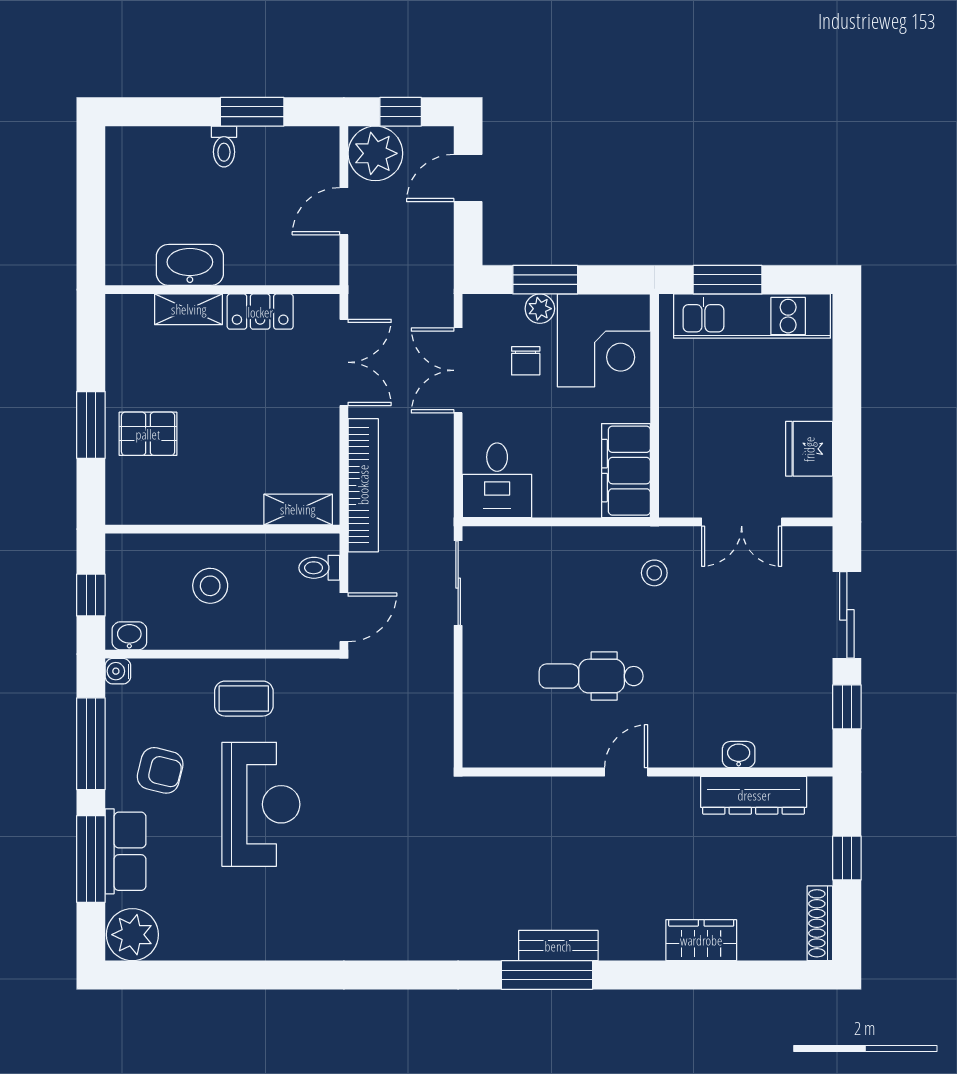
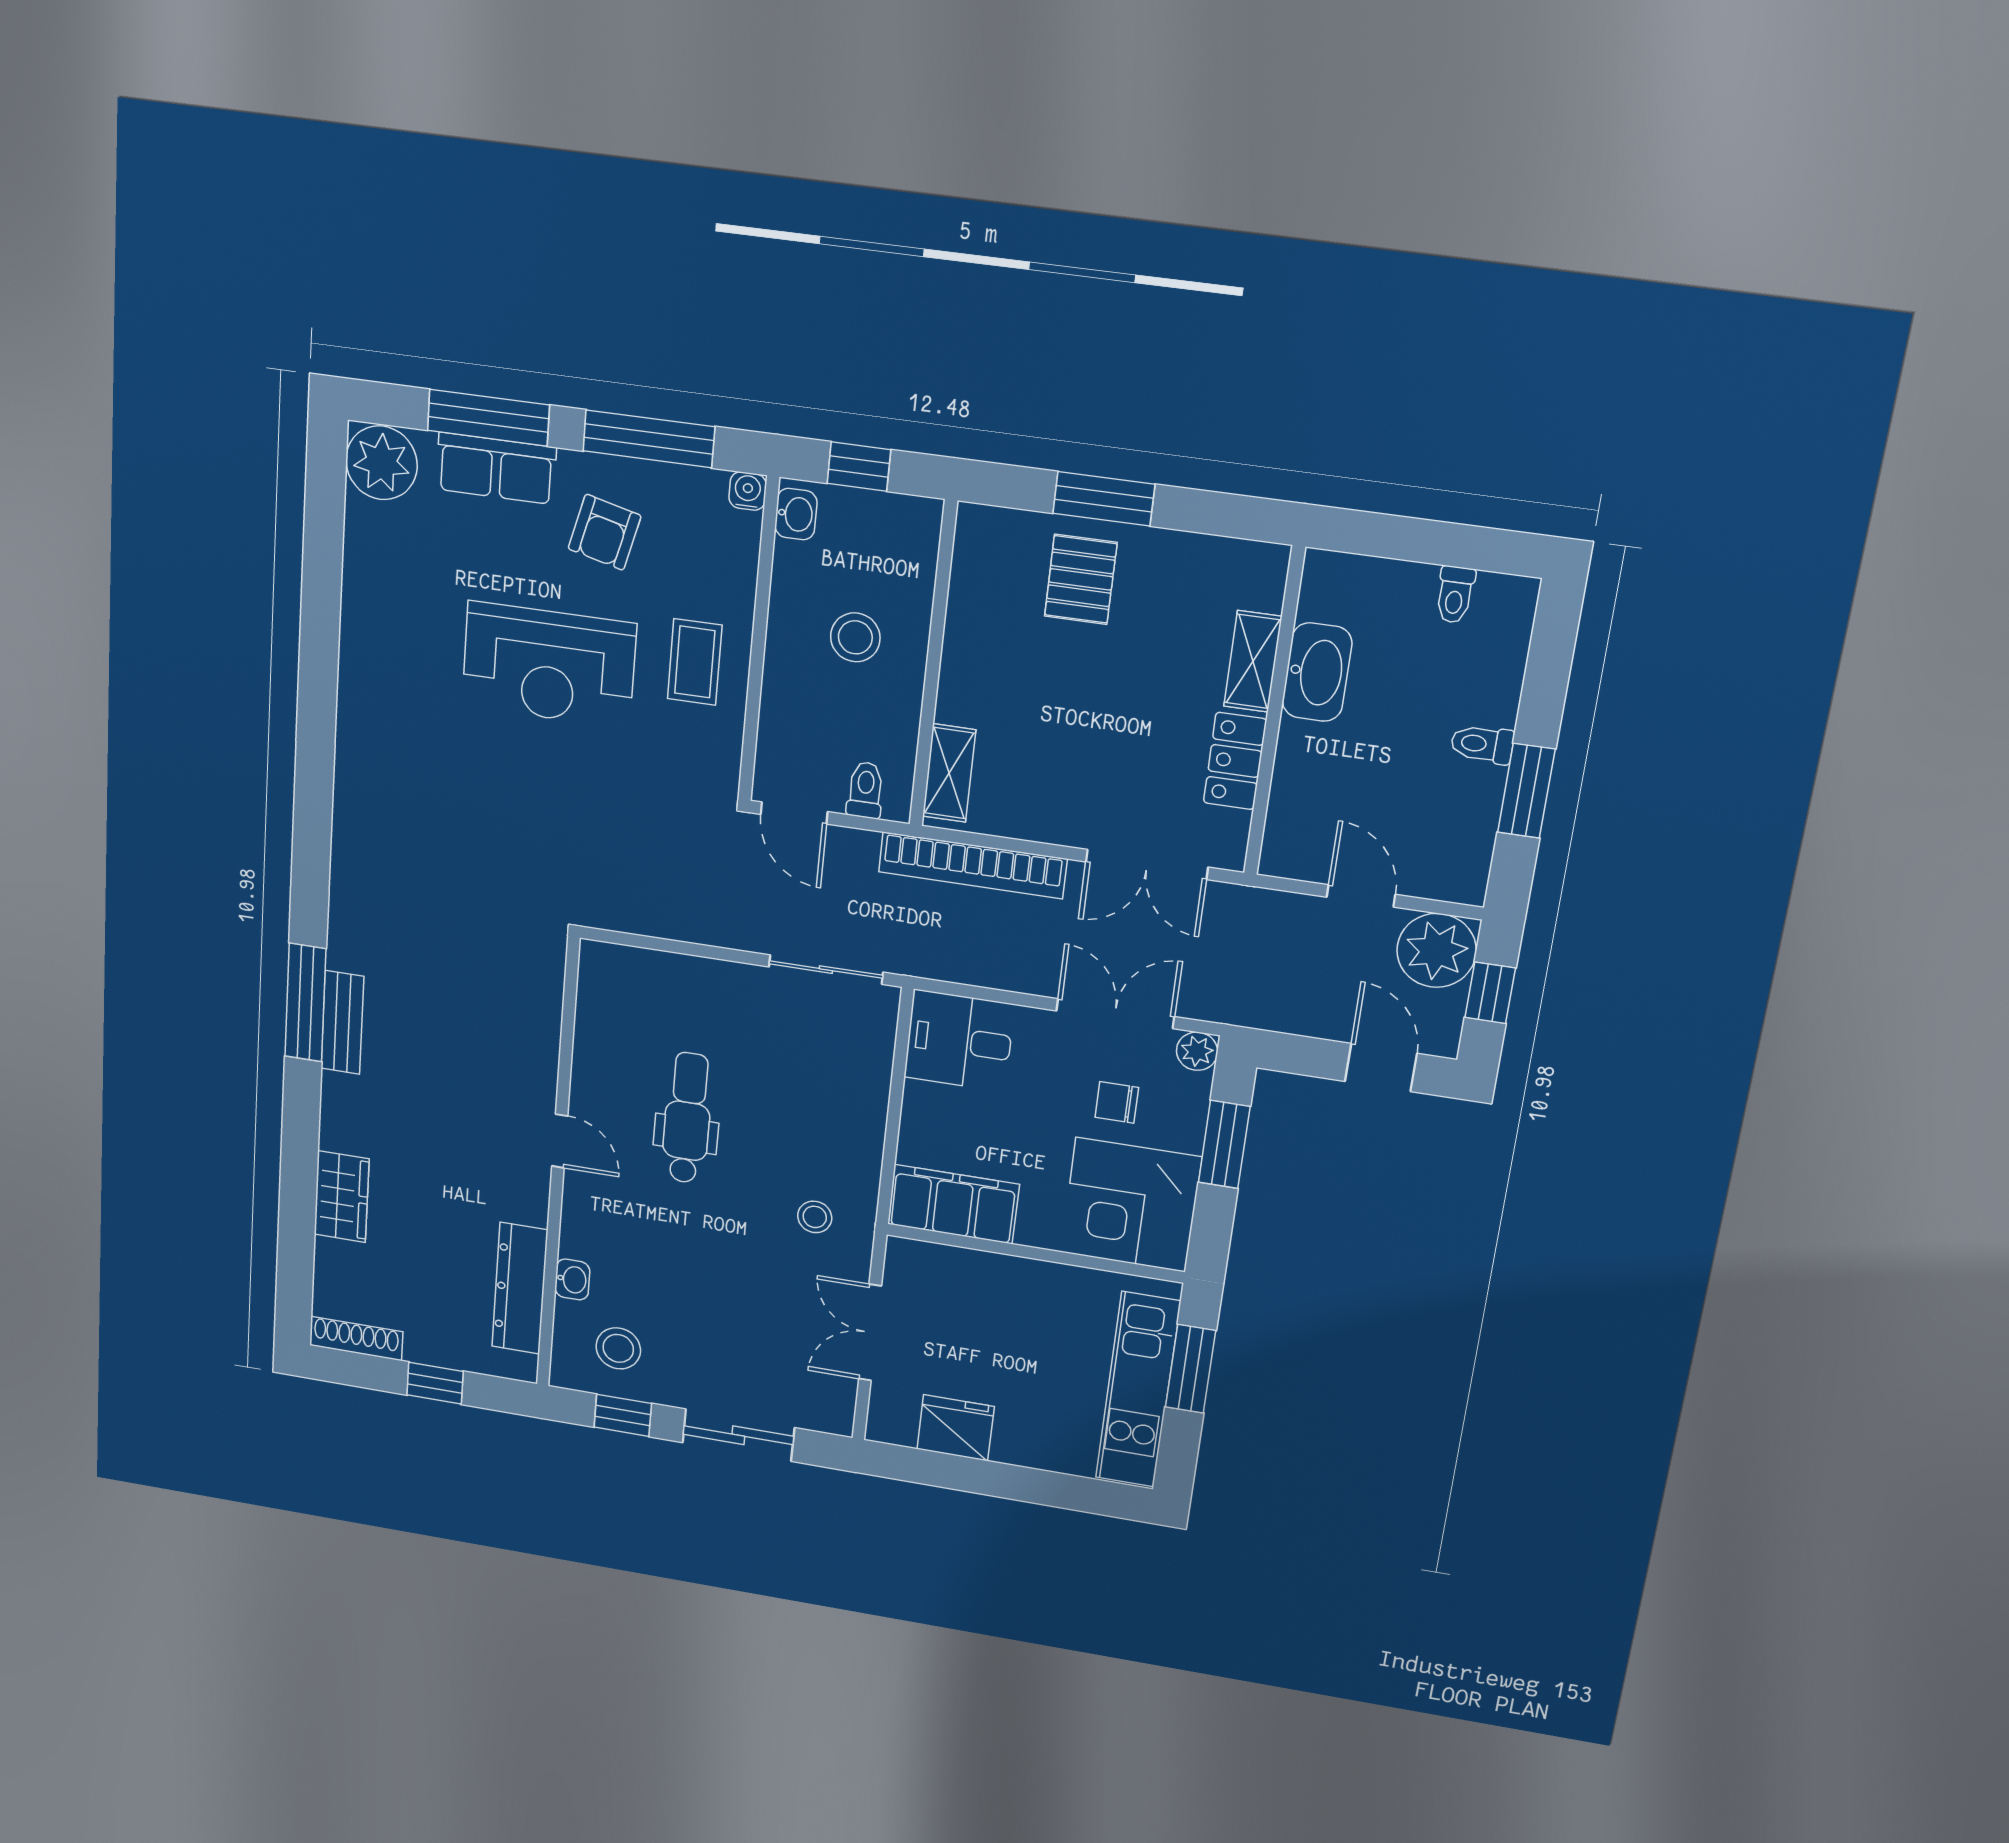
toilet: (124, 181) -> (1455, 595), added
plant: (540, 309) -> (1197, 1051), moved
stool: (790, 715) -> (618, 1348), added

